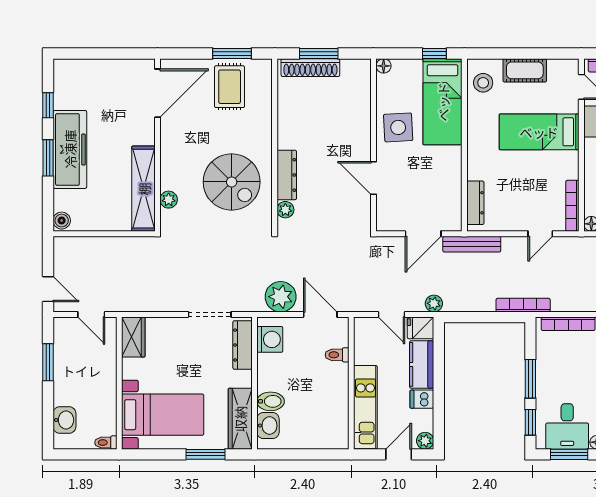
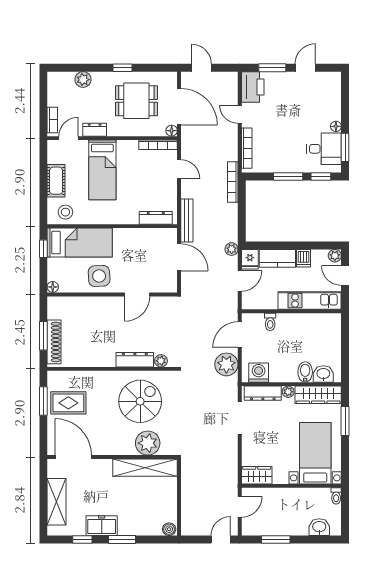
shelving: (98, 71) -> (57, 502), added
freezer: (70, 149) -> (102, 526), width x0.52, depth x0.79
plant: (169, 200) -> (148, 443), width x1.88, depth x1.88
plant: (244, 379) -> (288, 392), added

